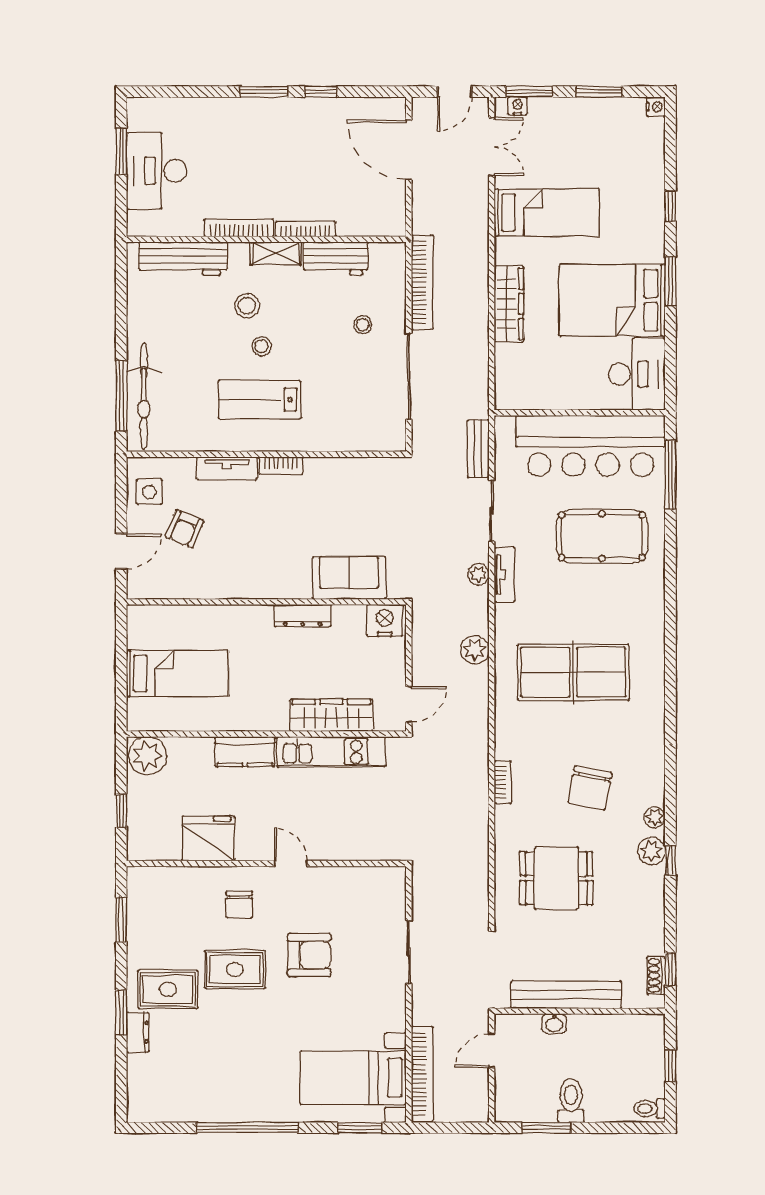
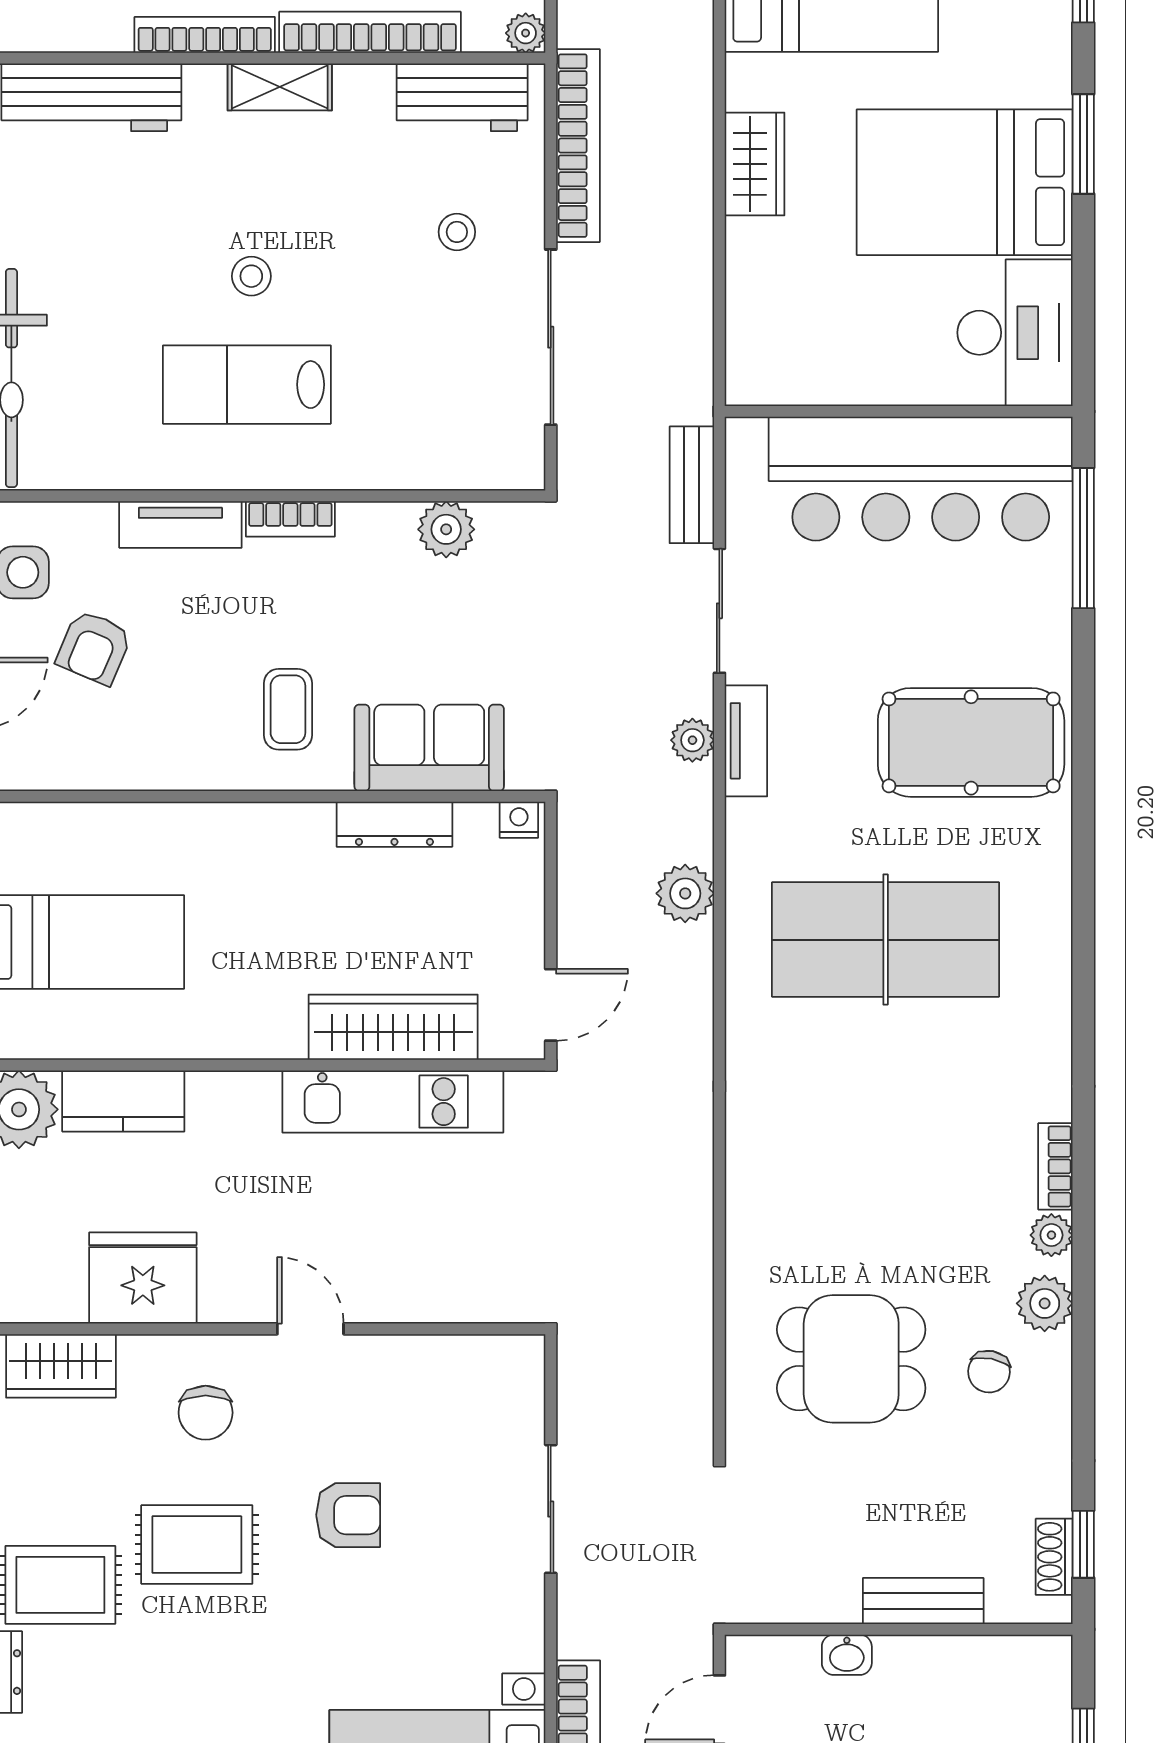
plant: (396, 227) -> (526, 33), added
bookcase: (306, 229) -> (370, 32), width x1.48, depth x1.31
workbench: (336, 258) -> (462, 97), moved
wardrobe: (509, 304) -> (755, 164), width x0.67
stool: (247, 306) -> (222, 194), removed
plant: (357, 471) -> (446, 529), added
pool table: (602, 536) -> (971, 742), moved
coffee table: (280, 559) -> (288, 709), added
dresser: (303, 616) -> (394, 824), moved
nightstand: (385, 620) -> (519, 820), width x0.53, depth x0.56
kitchen counter: (245, 752) -> (123, 1101), moved
bookcase: (503, 782) -> (1055, 1166), moved, turned 180
chair: (590, 788) -> (989, 1372), moved, width x0.54, depth x0.54
window: (670, 861) -> (1083, 1323), removed
wardrobe: (168, 882) -> (61, 1366), added
armchair: (309, 955) -> (348, 1515), width x0.72, depth x0.72
bench: (566, 995) -> (923, 1601), width x0.54, depth x0.82

